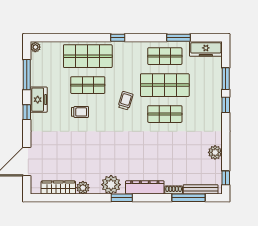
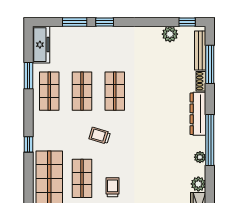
shop shelf: (165, 85) -> (82, 91), width x0.70, depth x0.74
plant: (215, 152) -> (170, 34), moved
plant: (111, 185) -> (200, 157), width x0.53, depth x0.53
window: (122, 198) -> (210, 140), width x2.11

